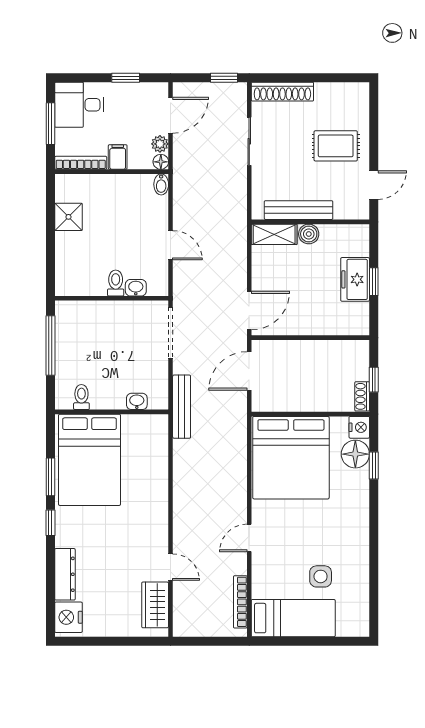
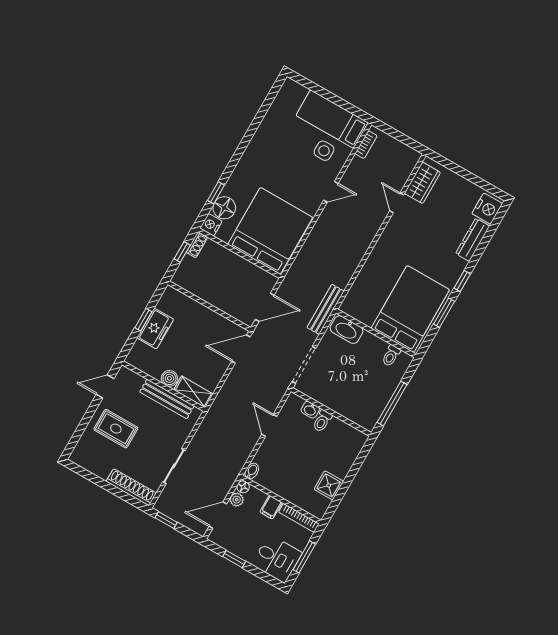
washbasin: (137, 401) -> (347, 330), width x1.91, depth x1.45
side table: (321, 576) -> (324, 151), moved
bookcase: (240, 602) -> (366, 145), width x0.64

